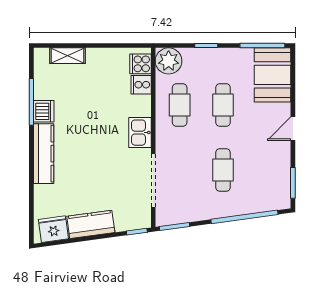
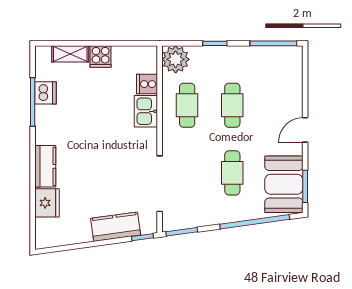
cooker: (140, 64) -> (101, 57), moved, turned -90
booth: (273, 75) -> (284, 184), moved
dishwasher: (44, 111) -> (45, 93), moved
kitchen sink: (140, 133) -> (146, 111), moved
kitchen counter: (44, 154) -> (45, 166), width x0.67
kitchen counter: (91, 224) -> (116, 227), moved
fridge: (53, 229) -> (47, 203), moved, turned 98

